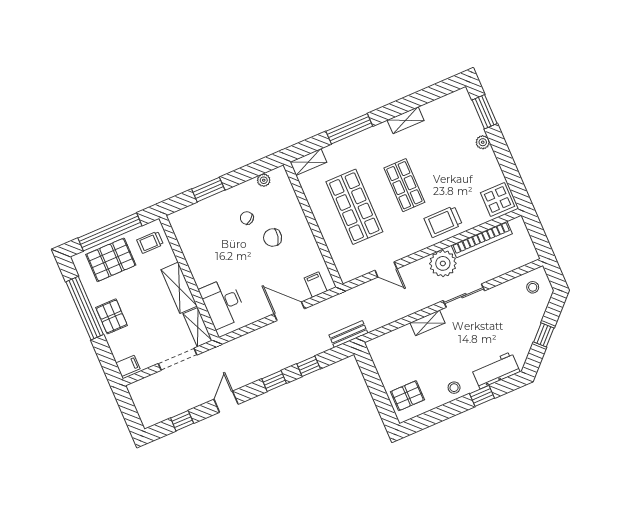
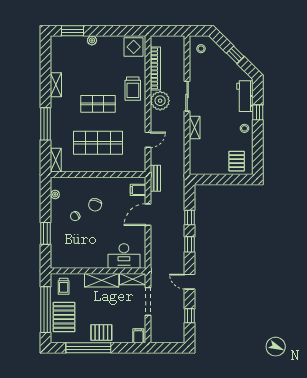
bench: (348, 334) -> (155, 178), moved

